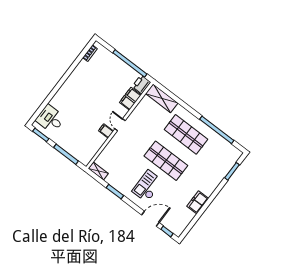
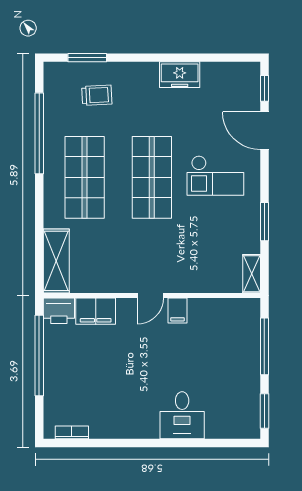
desk: (50, 119) -> (182, 415), moved
trolley: (214, 164) -> (97, 95), added

